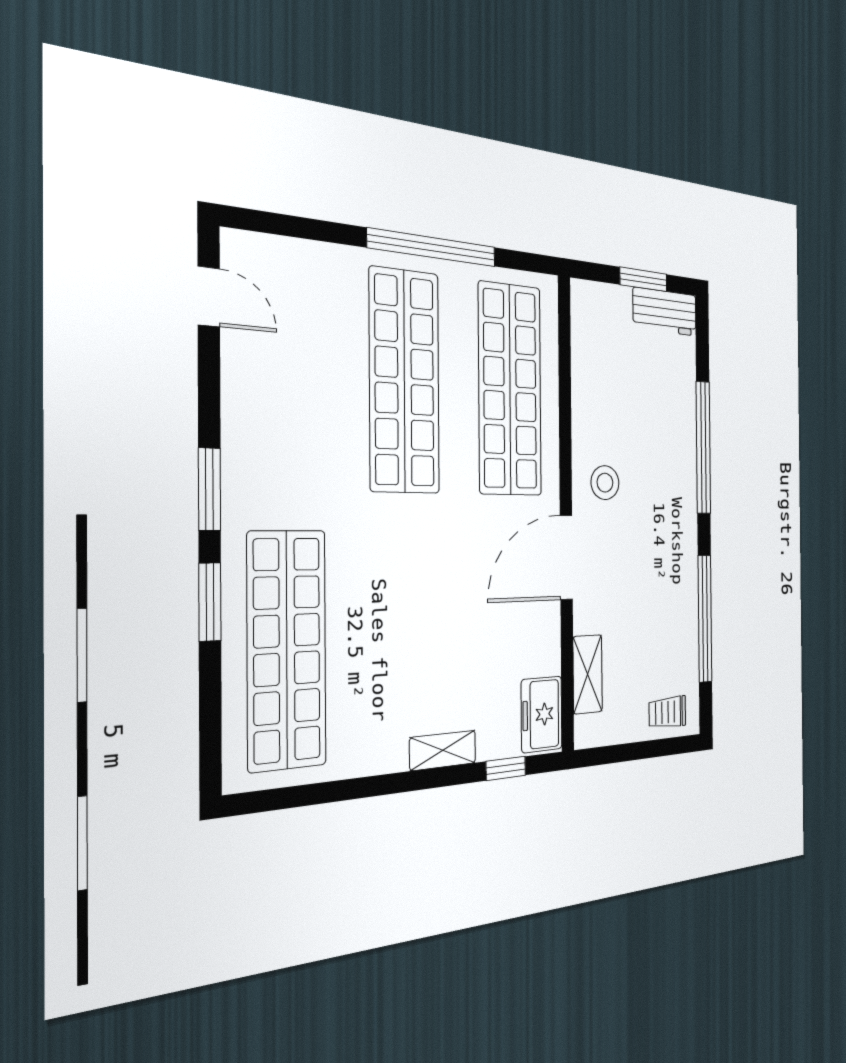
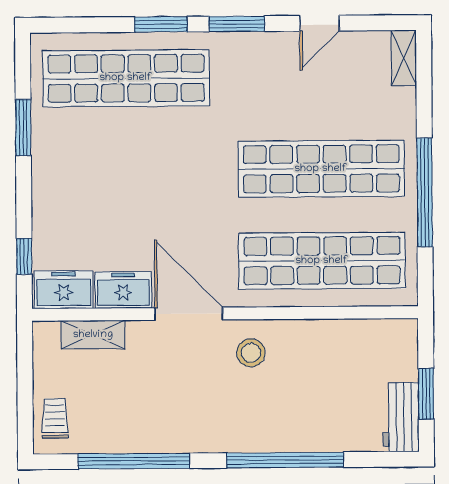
door: (209, 297) -> (319, 23), moved
freezer: (542, 640) -> (123, 290), added
shelving: (443, 750) -> (404, 58), moved
window: (353, 789) -> (23, 128), added

